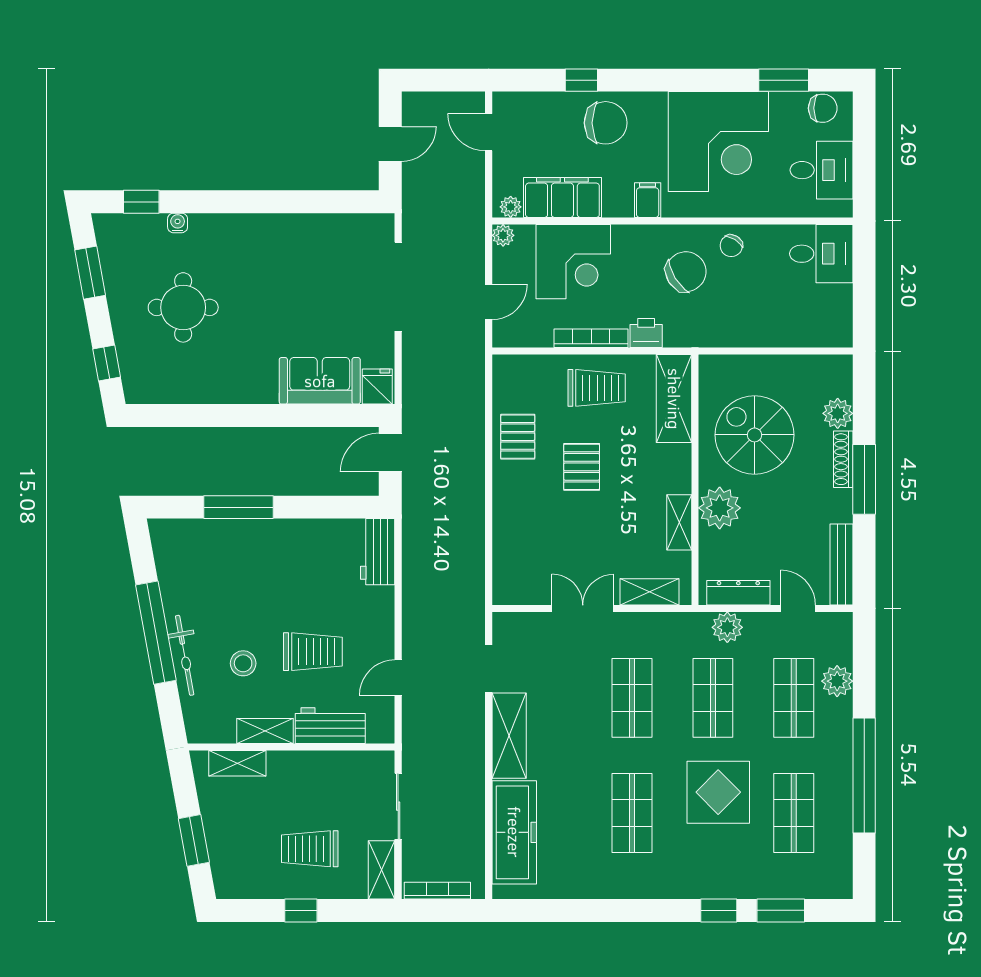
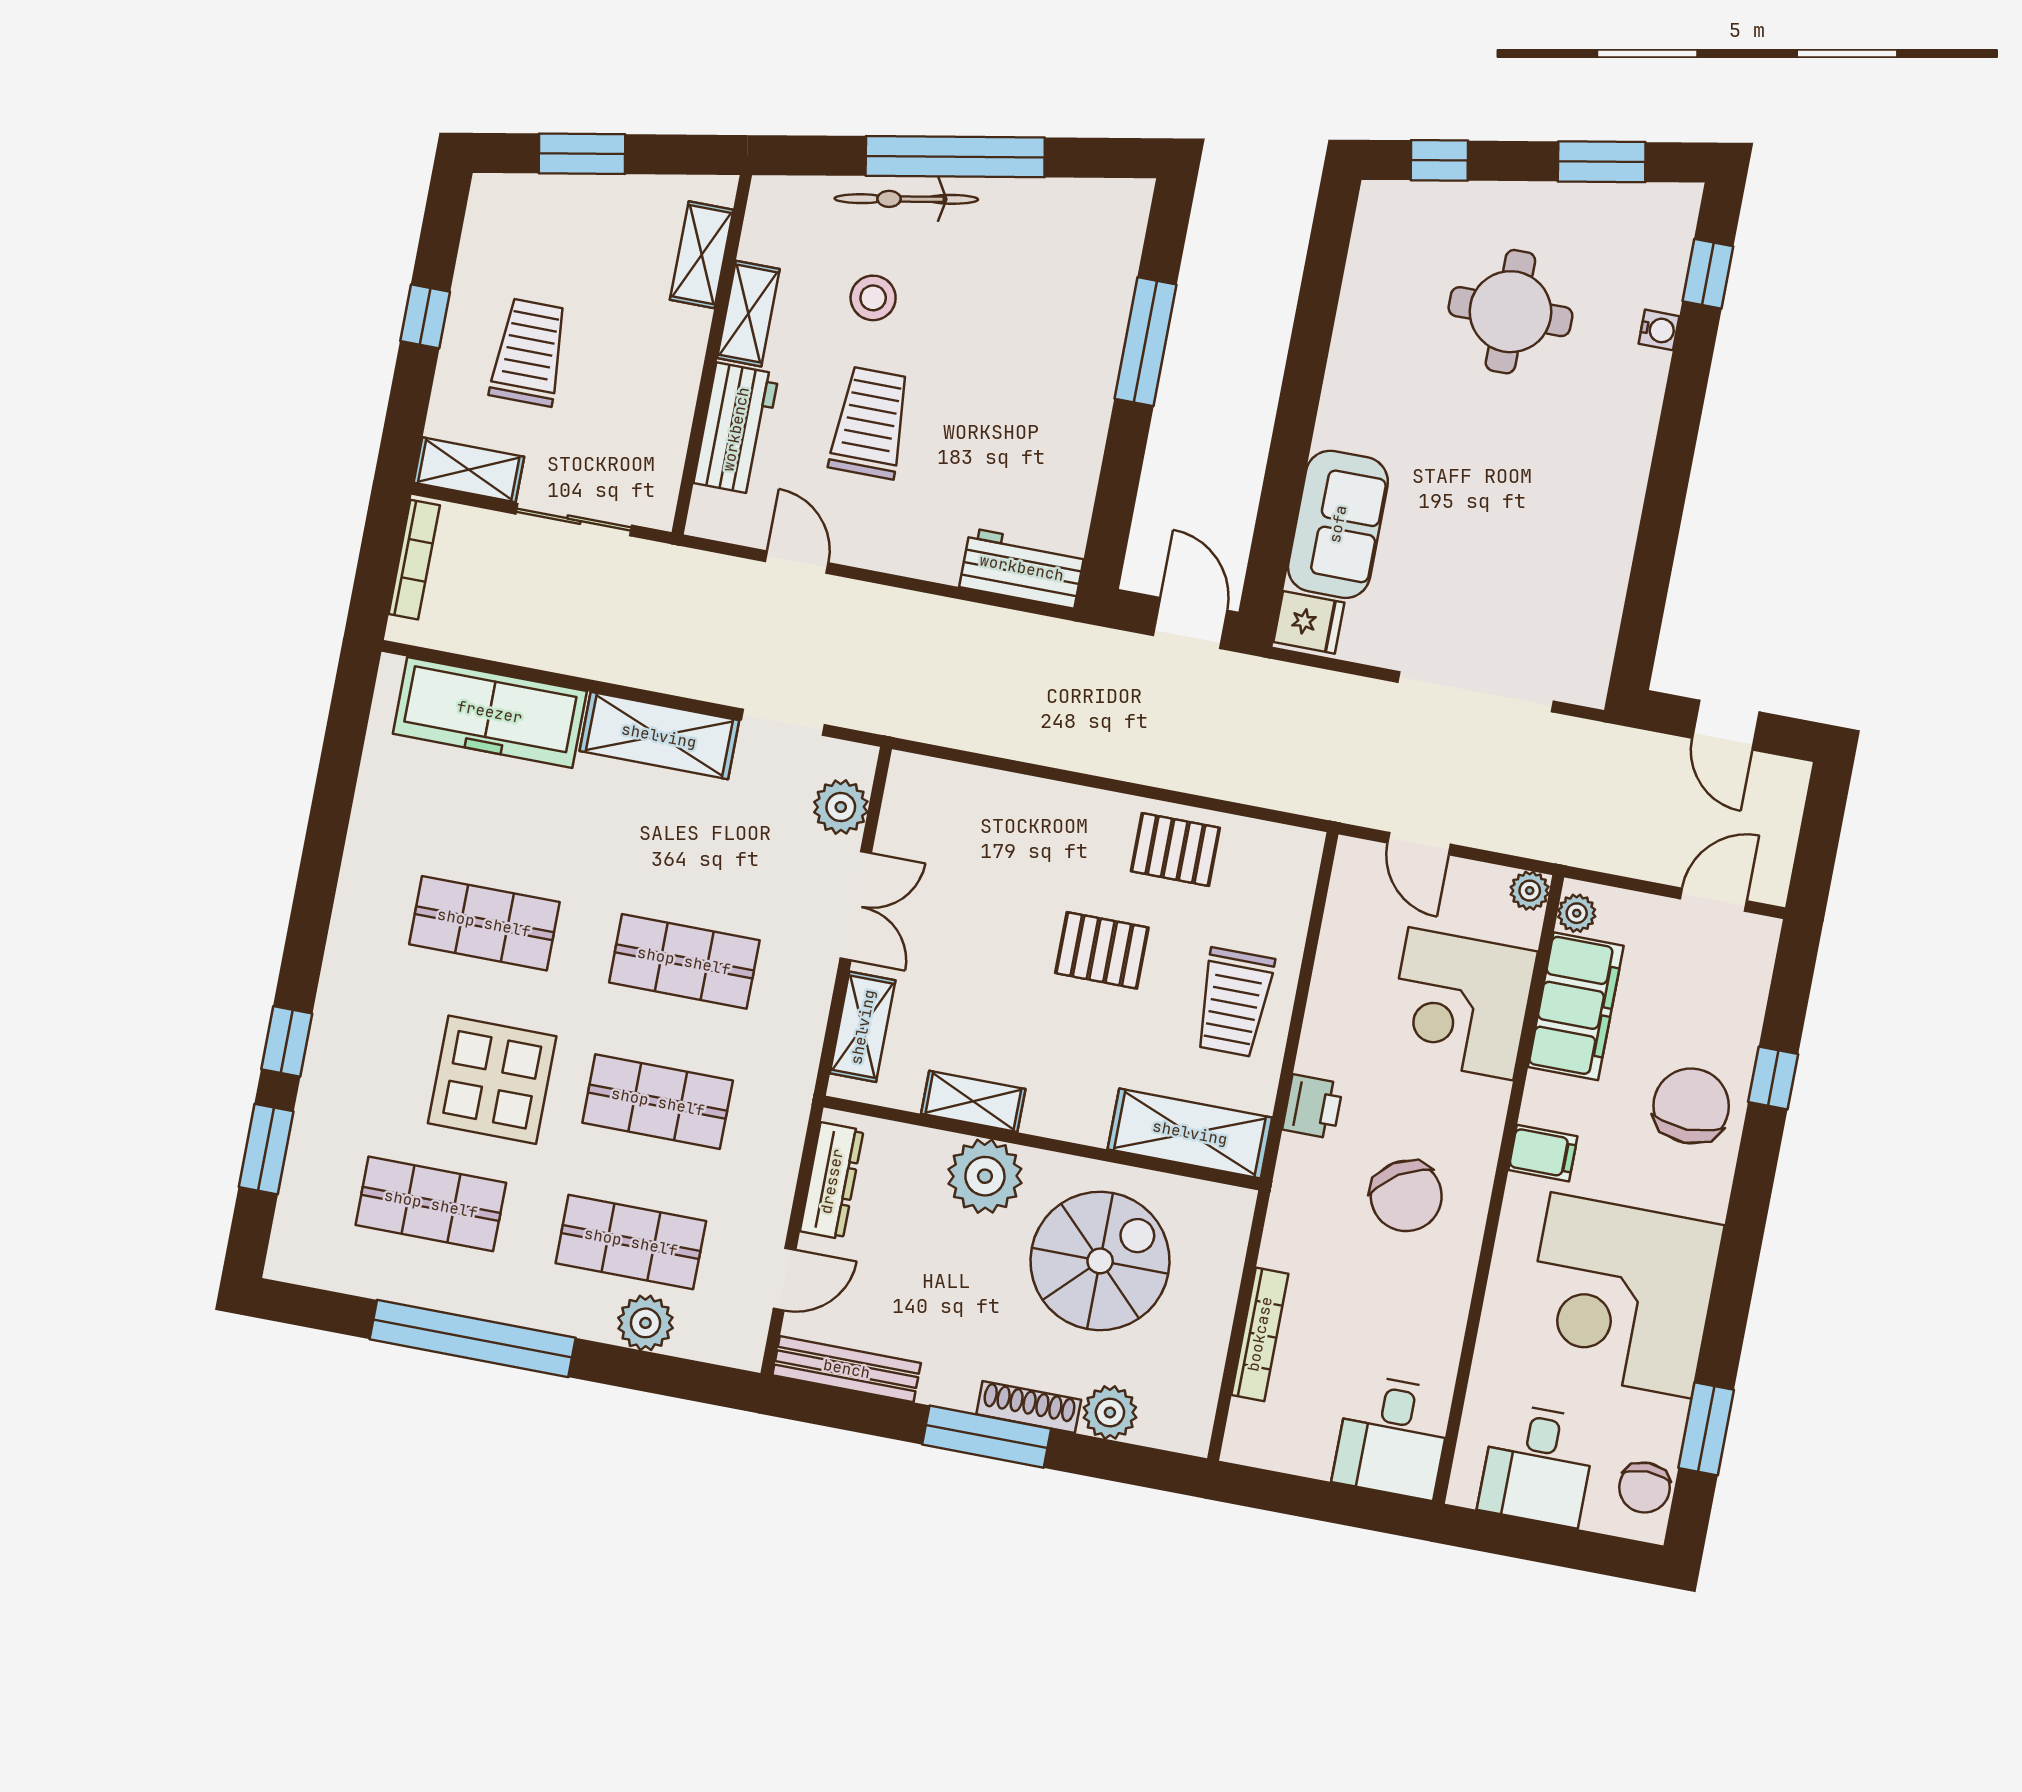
chair: (606, 123) -> (1691, 1106), turned 180
chair: (731, 246) -> (1436, 1283), removed
bookcase: (591, 338) -> (1260, 1334), moved
plant: (727, 627) -> (841, 807), moved
trolley: (313, 652) -> (870, 423), turned 180

